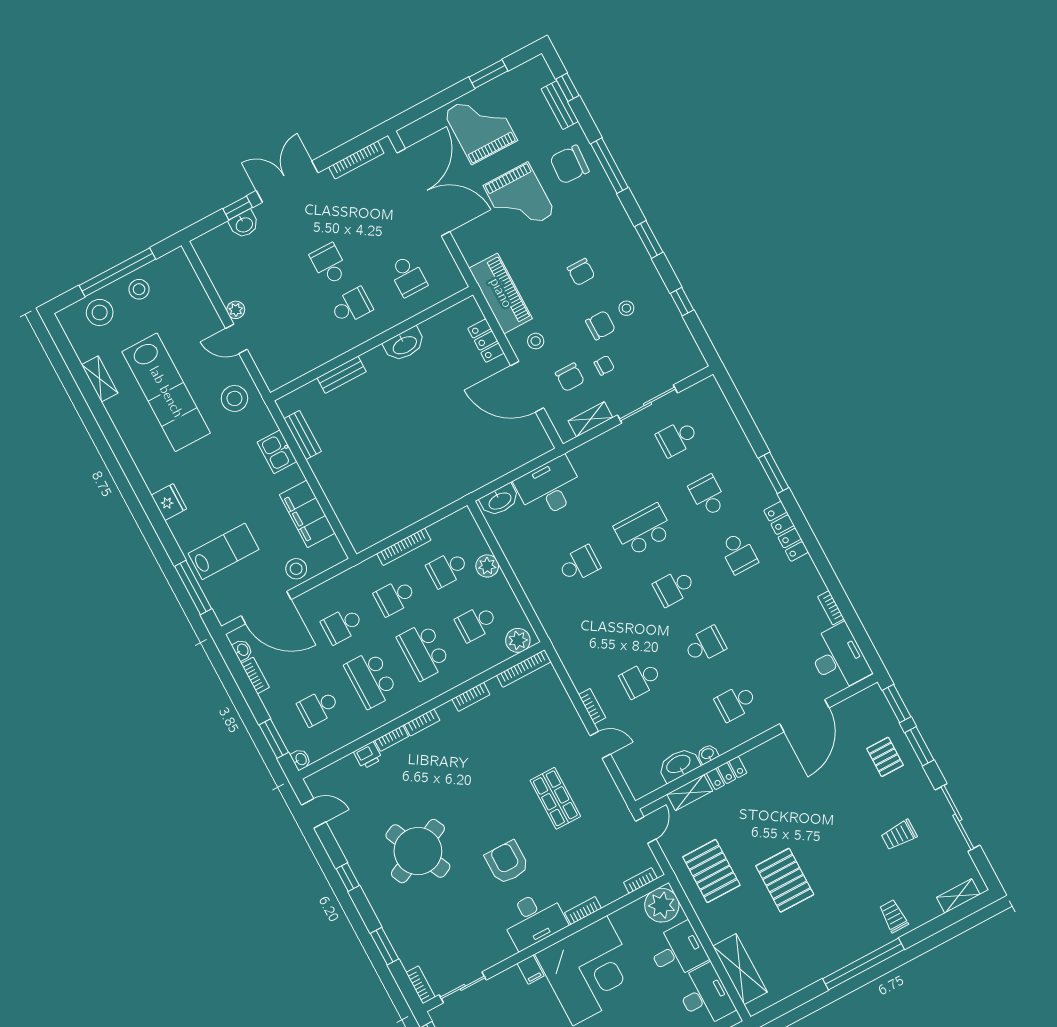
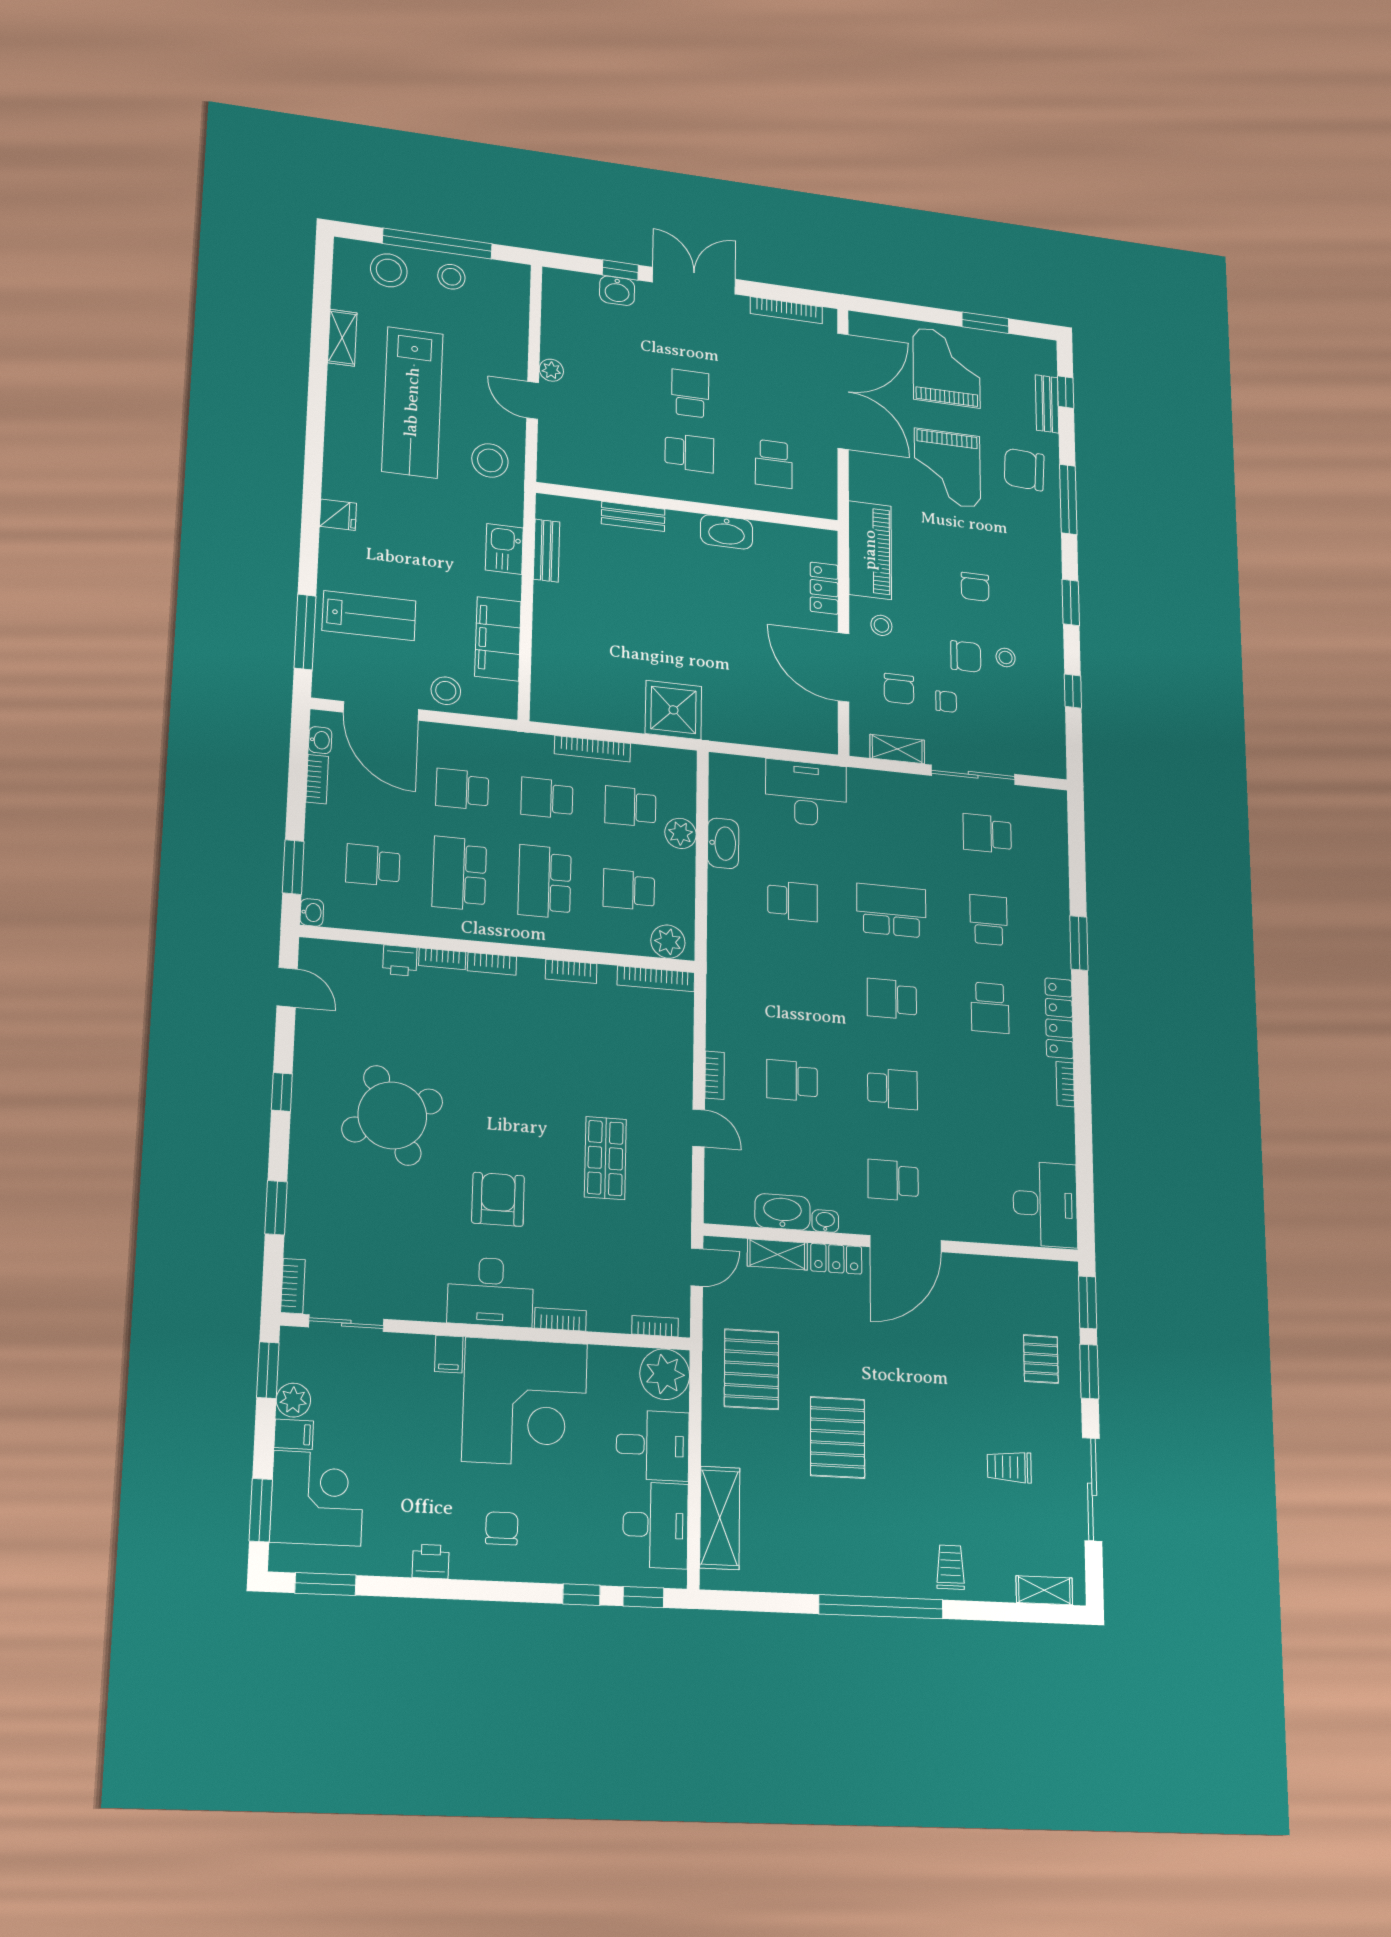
shower: (438, 488) -> (673, 710), added
washbasin: (500, 500) -> (723, 843), moved, turned -90
fridge: (169, 502) -> (338, 515), width x0.72
bookcase: (831, 608) -> (1065, 1084), moved
door: (804, 716) -> (906, 1244), moved

